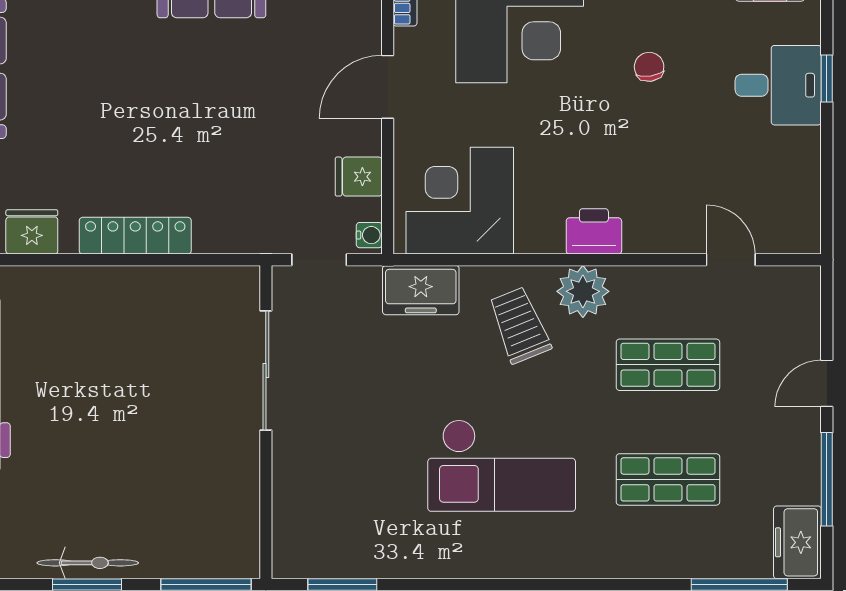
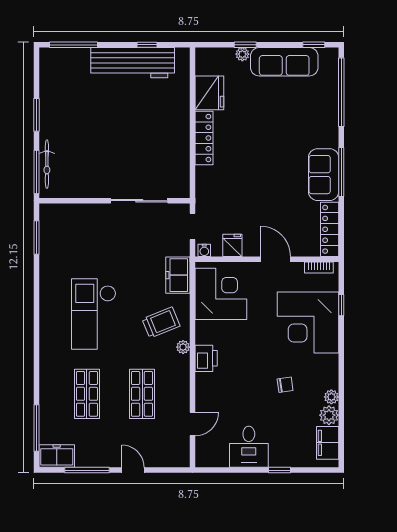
desk: (778, 85) -> (249, 447), moved
fridge: (32, 232) -> (209, 93), width x1.36, depth x1.34
plant: (583, 291) -> (183, 347), width x0.53, depth x0.53
bicycle: (88, 563) -> (47, 164), moved

